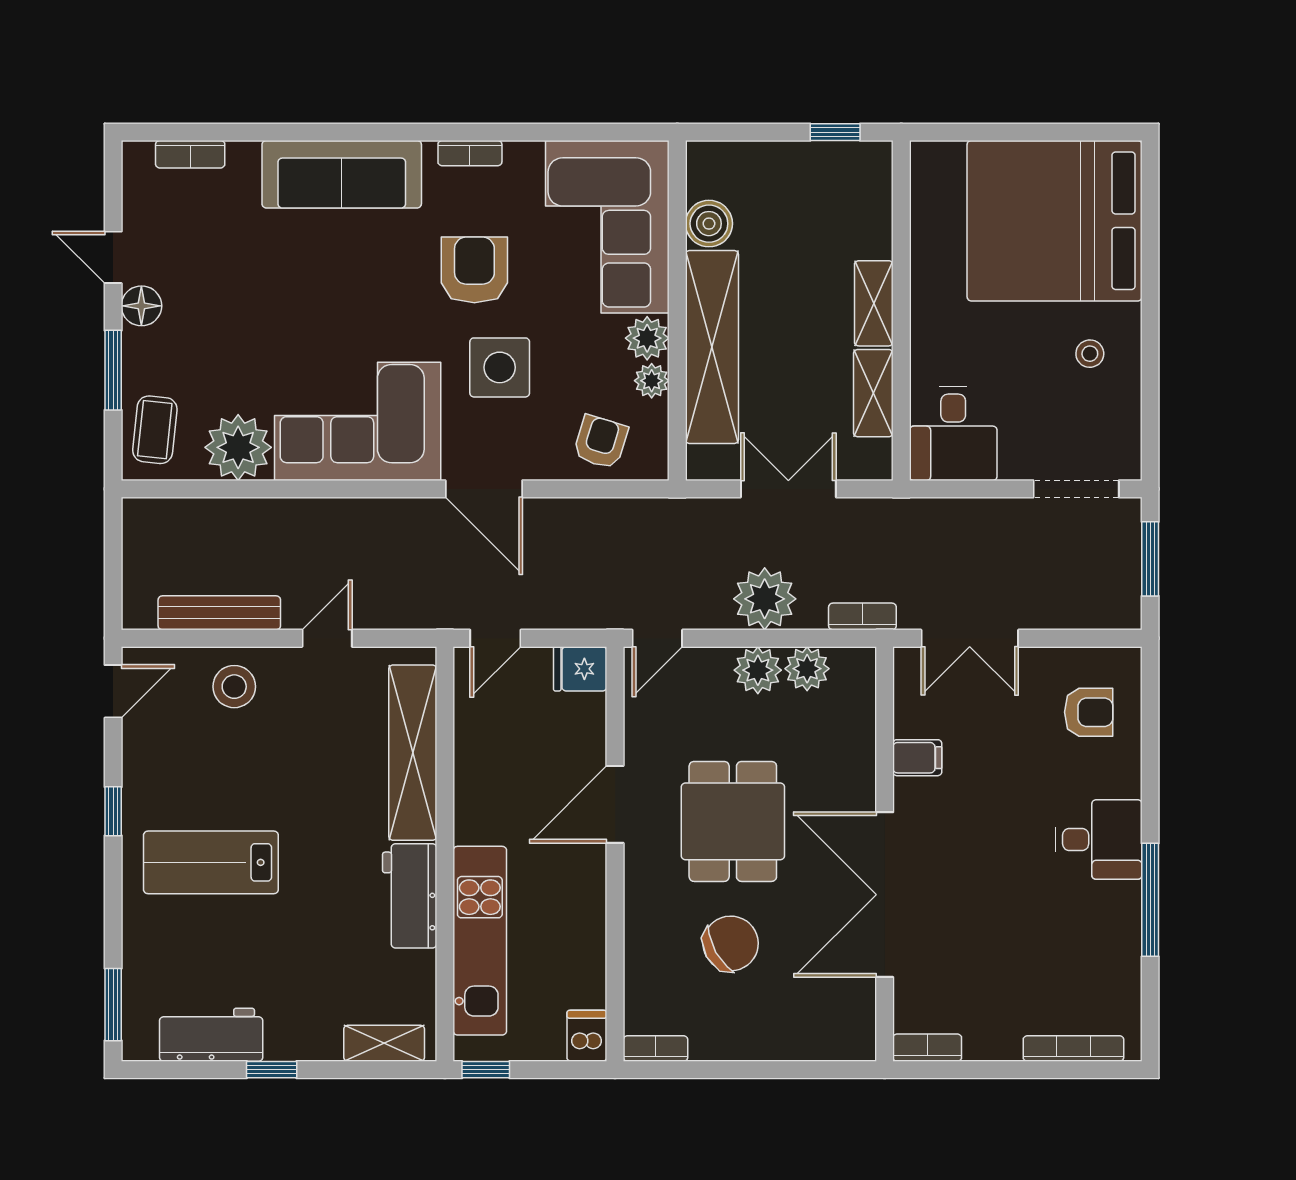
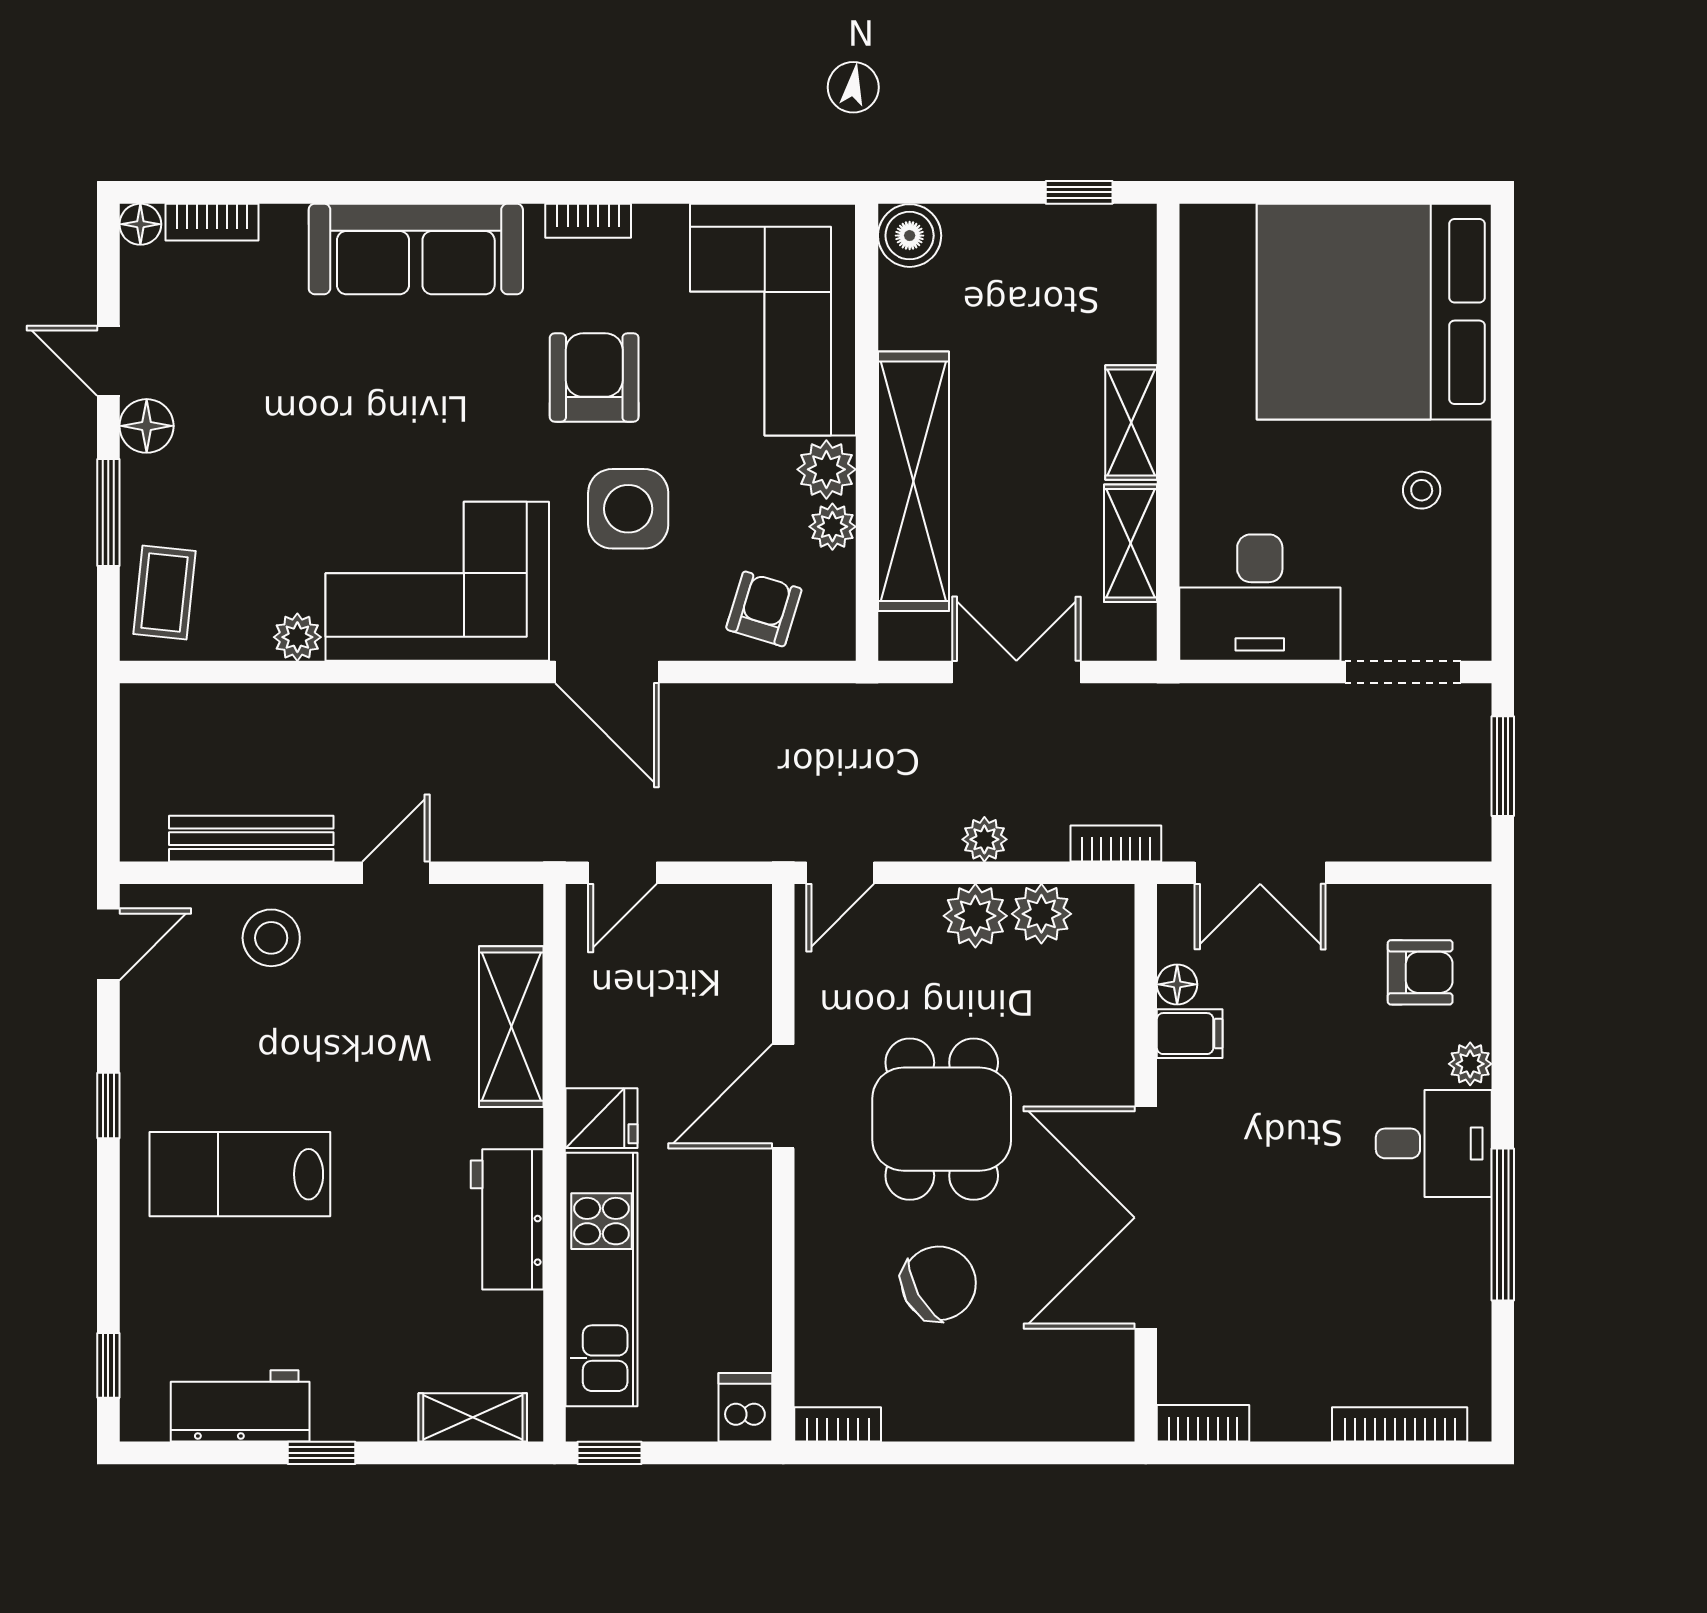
floor lamp: (137, 156) -> (140, 224), added
boiler: (709, 224) -> (910, 236), moved
desk: (953, 433) -> (1260, 598), width x1.37
plant: (238, 447) -> (297, 637), width x0.53, depth x0.53
plant: (765, 599) -> (984, 839), width x0.53, depth x0.53
fridge: (580, 669) -> (602, 1118), moved, turned 180
floor lamp: (908, 721) -> (1177, 984), added
shelving: (413, 753) -> (511, 1027), width x0.68
plant: (1126, 780) -> (1470, 1064), added
window: (113, 1005) -> (108, 1365), width x0.67

